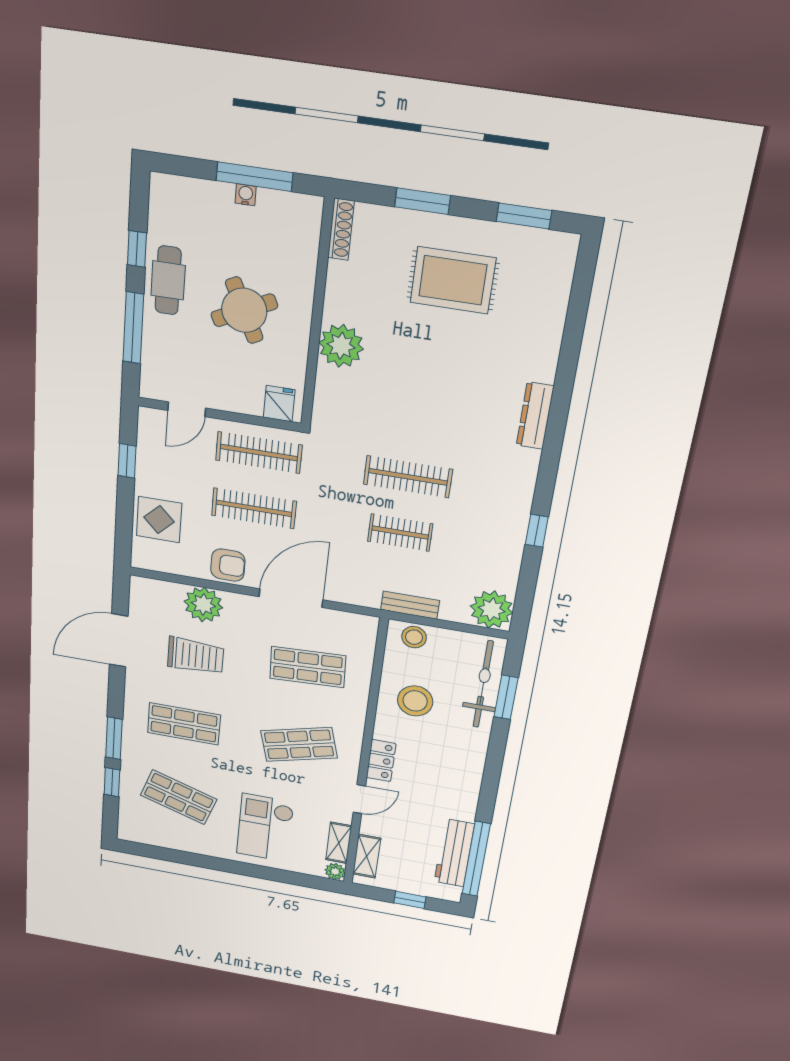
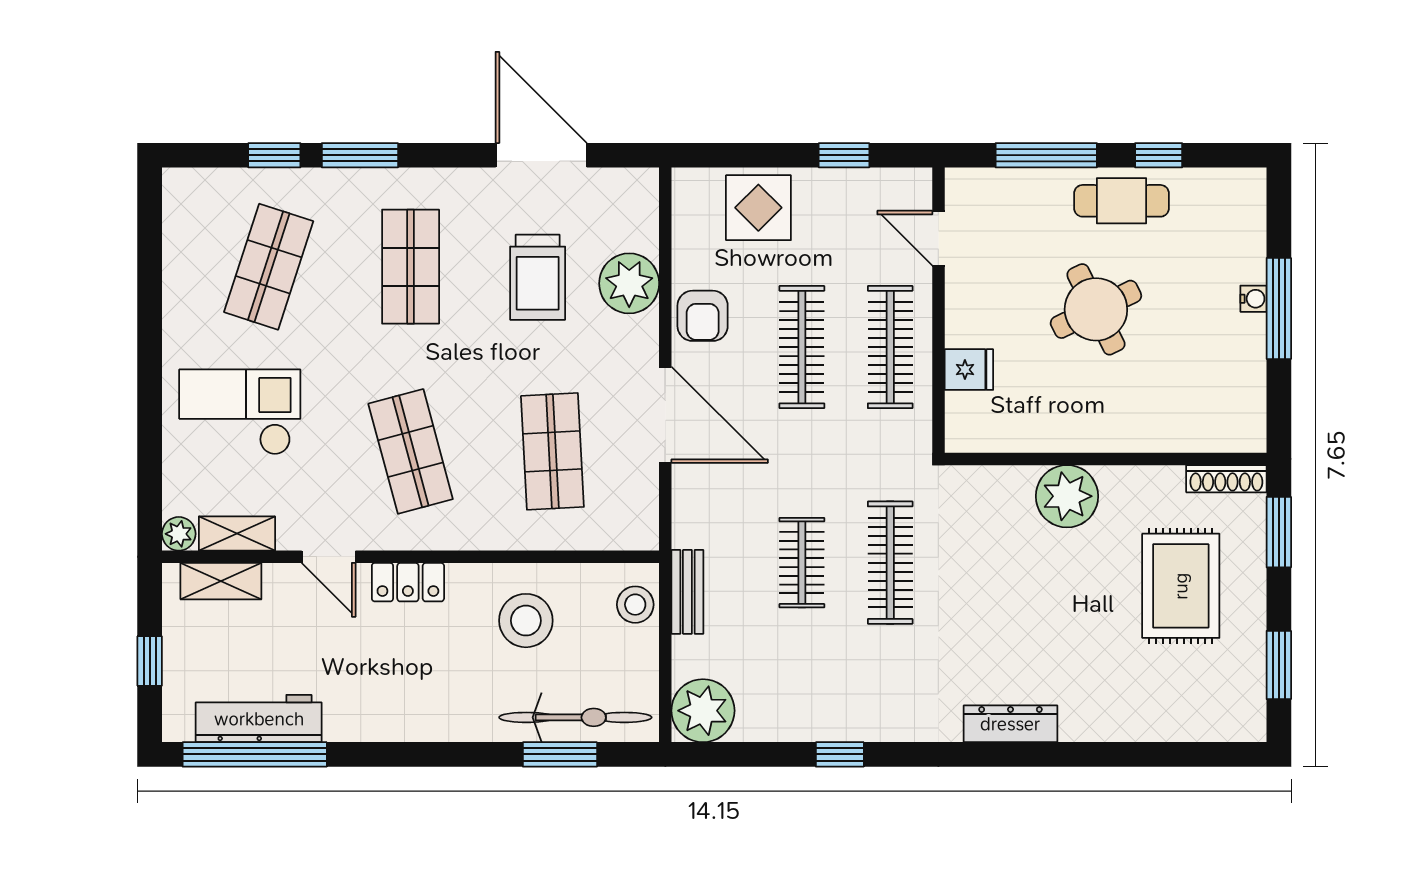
shoe rack: (341, 229) -> (1226, 479), moved
wall: (317, 315) -> (1106, 459), moved
plant: (341, 346) -> (1067, 496), moved

